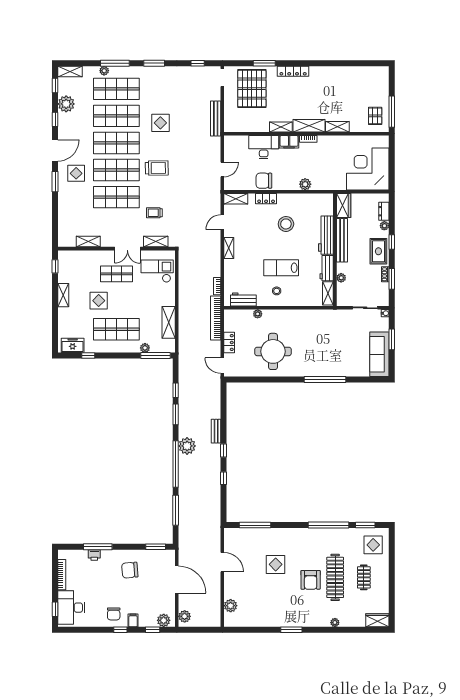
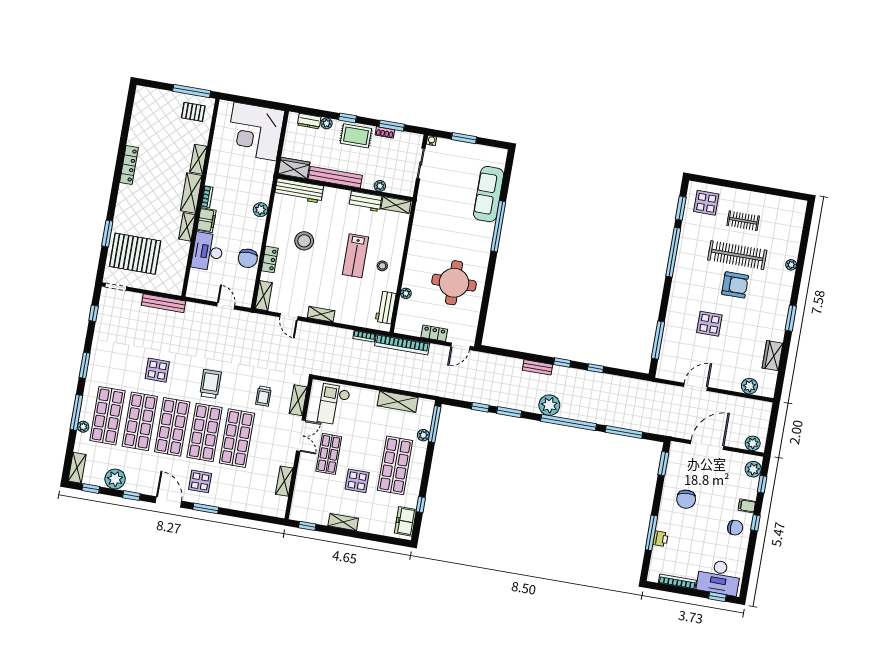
locker: (293, 71) -> (129, 165), moved
workbench: (326, 235) -> (299, 191), moved
sofa: (379, 354) -> (489, 194), moved, turned 90
wardrobe: (377, 620) -> (773, 356), moved

